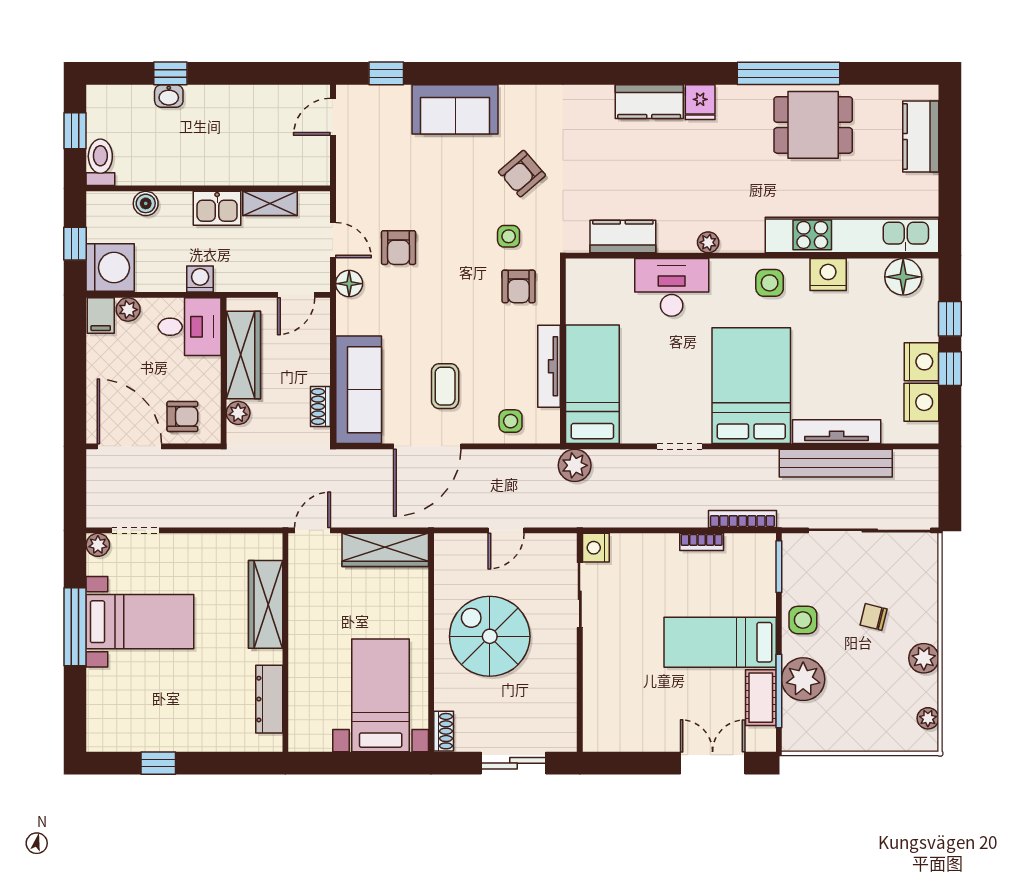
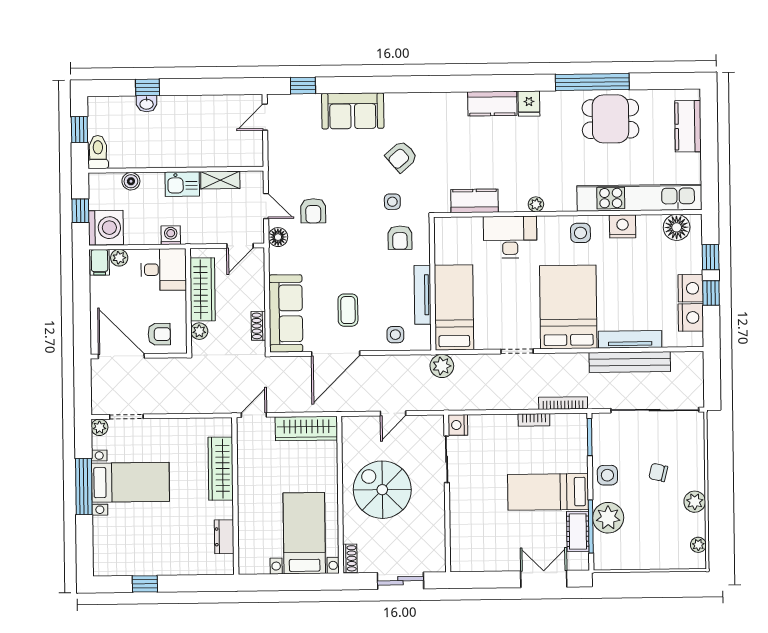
dresser: (269, 699) -> (224, 537), width x0.70

